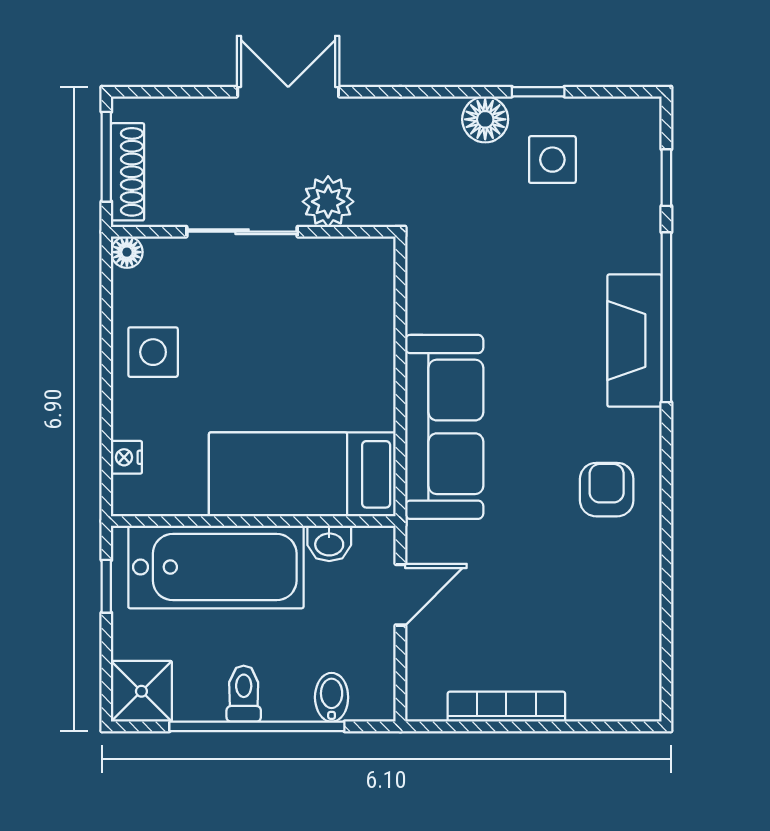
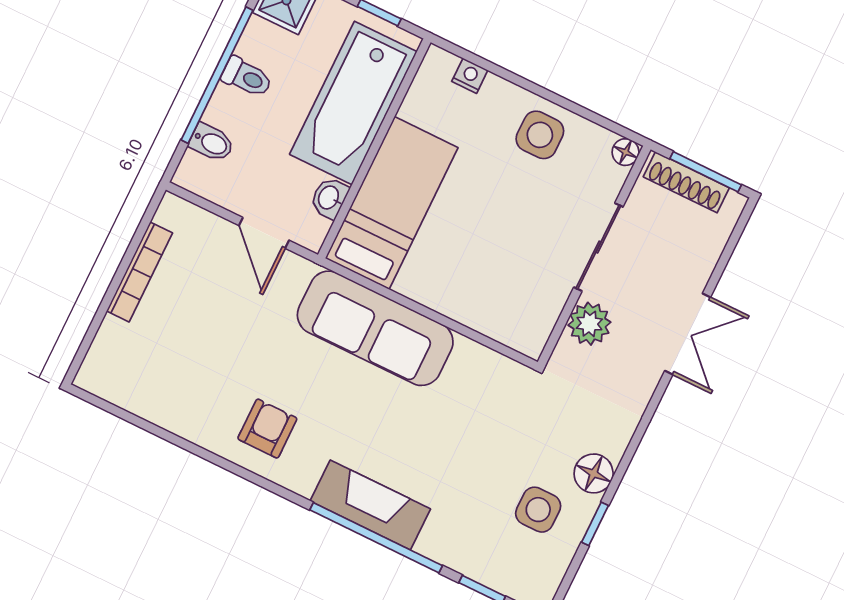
armchair: (607, 490) -> (267, 429), turned -90

